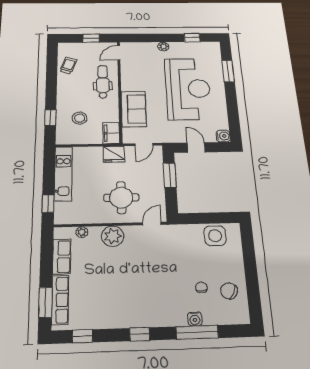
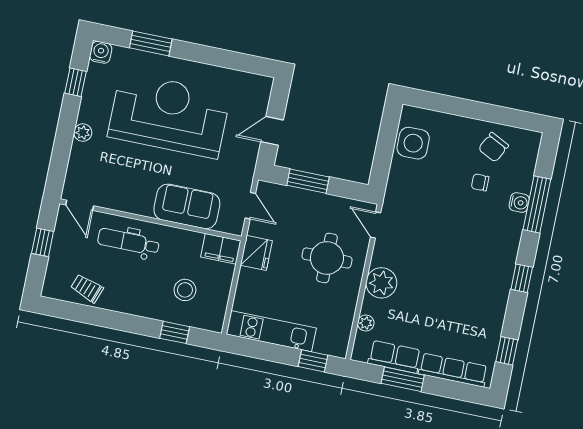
water cooler: (223, 136) -> (101, 52), moved
window: (45, 302) -> (403, 379), moved

